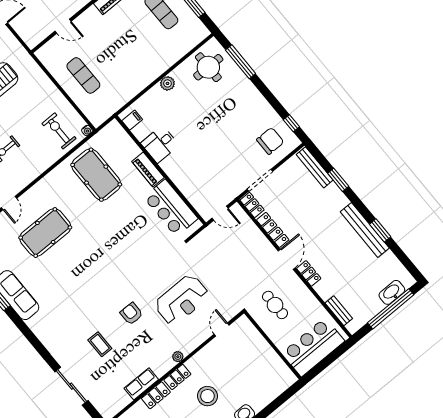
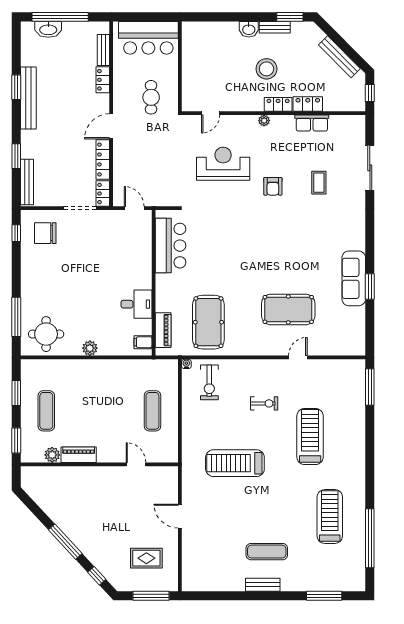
piano: (148, 170) -> (163, 330), moved
locker: (309, 273) -> (103, 80), moved

